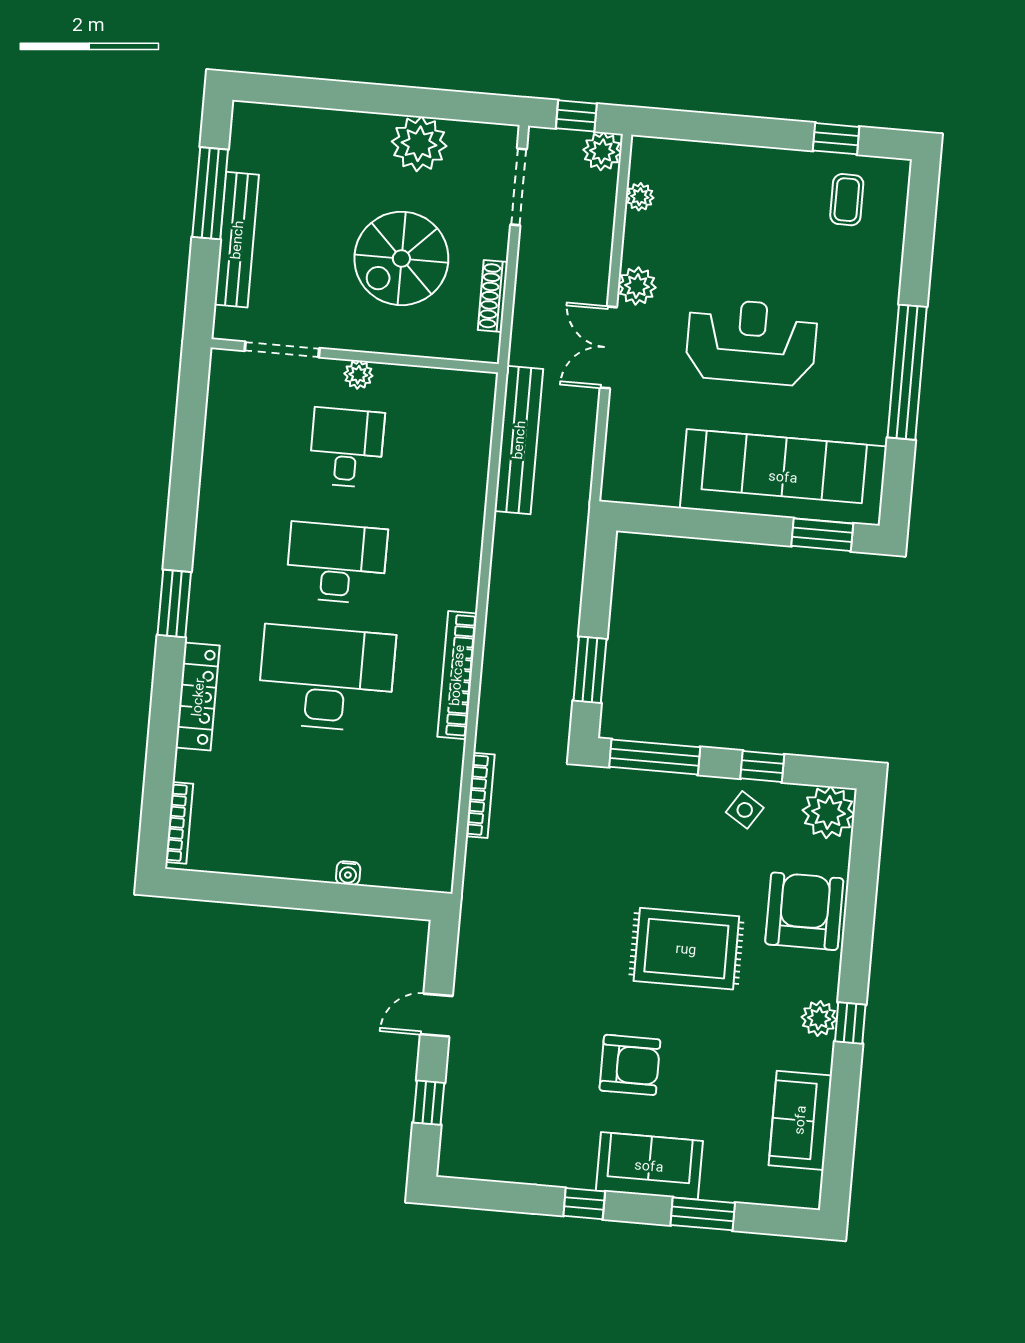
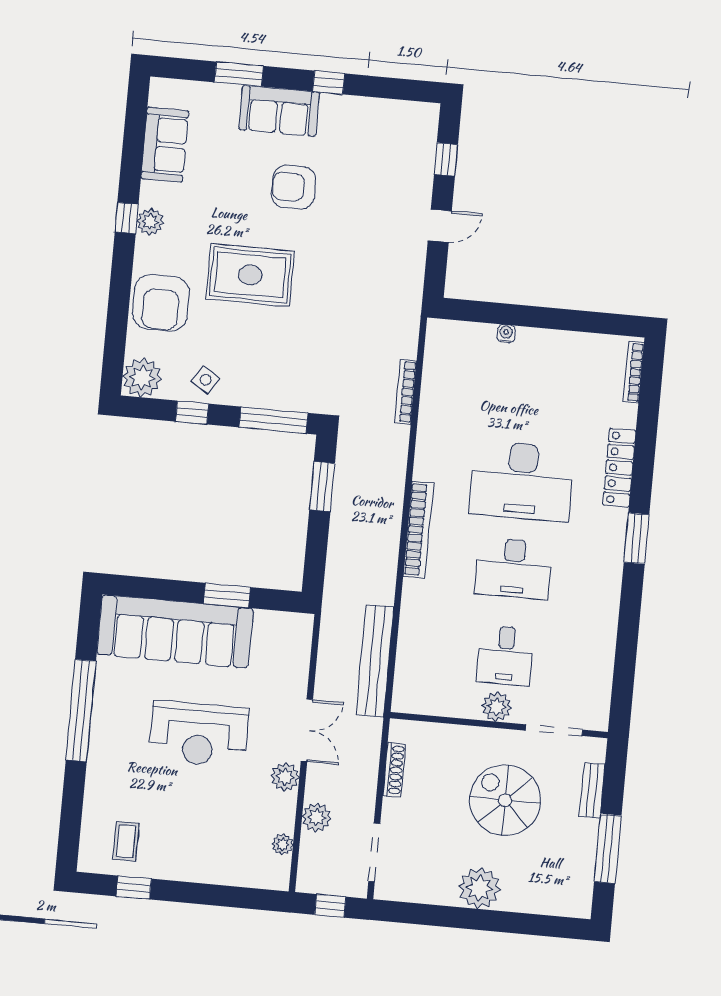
plant: (419, 144) -> (480, 888), moved
plant: (602, 151) -> (317, 817), moved
bench: (237, 240) -> (592, 790), width x0.54, depth x0.82
spiral stairs: (401, 258) -> (505, 800), moved, turned -90
plant: (358, 375) -> (497, 707), width x1.38, depth x1.38
window: (822, 535) -> (227, 595), moved
bookcase: (457, 675) -> (418, 530), moved

